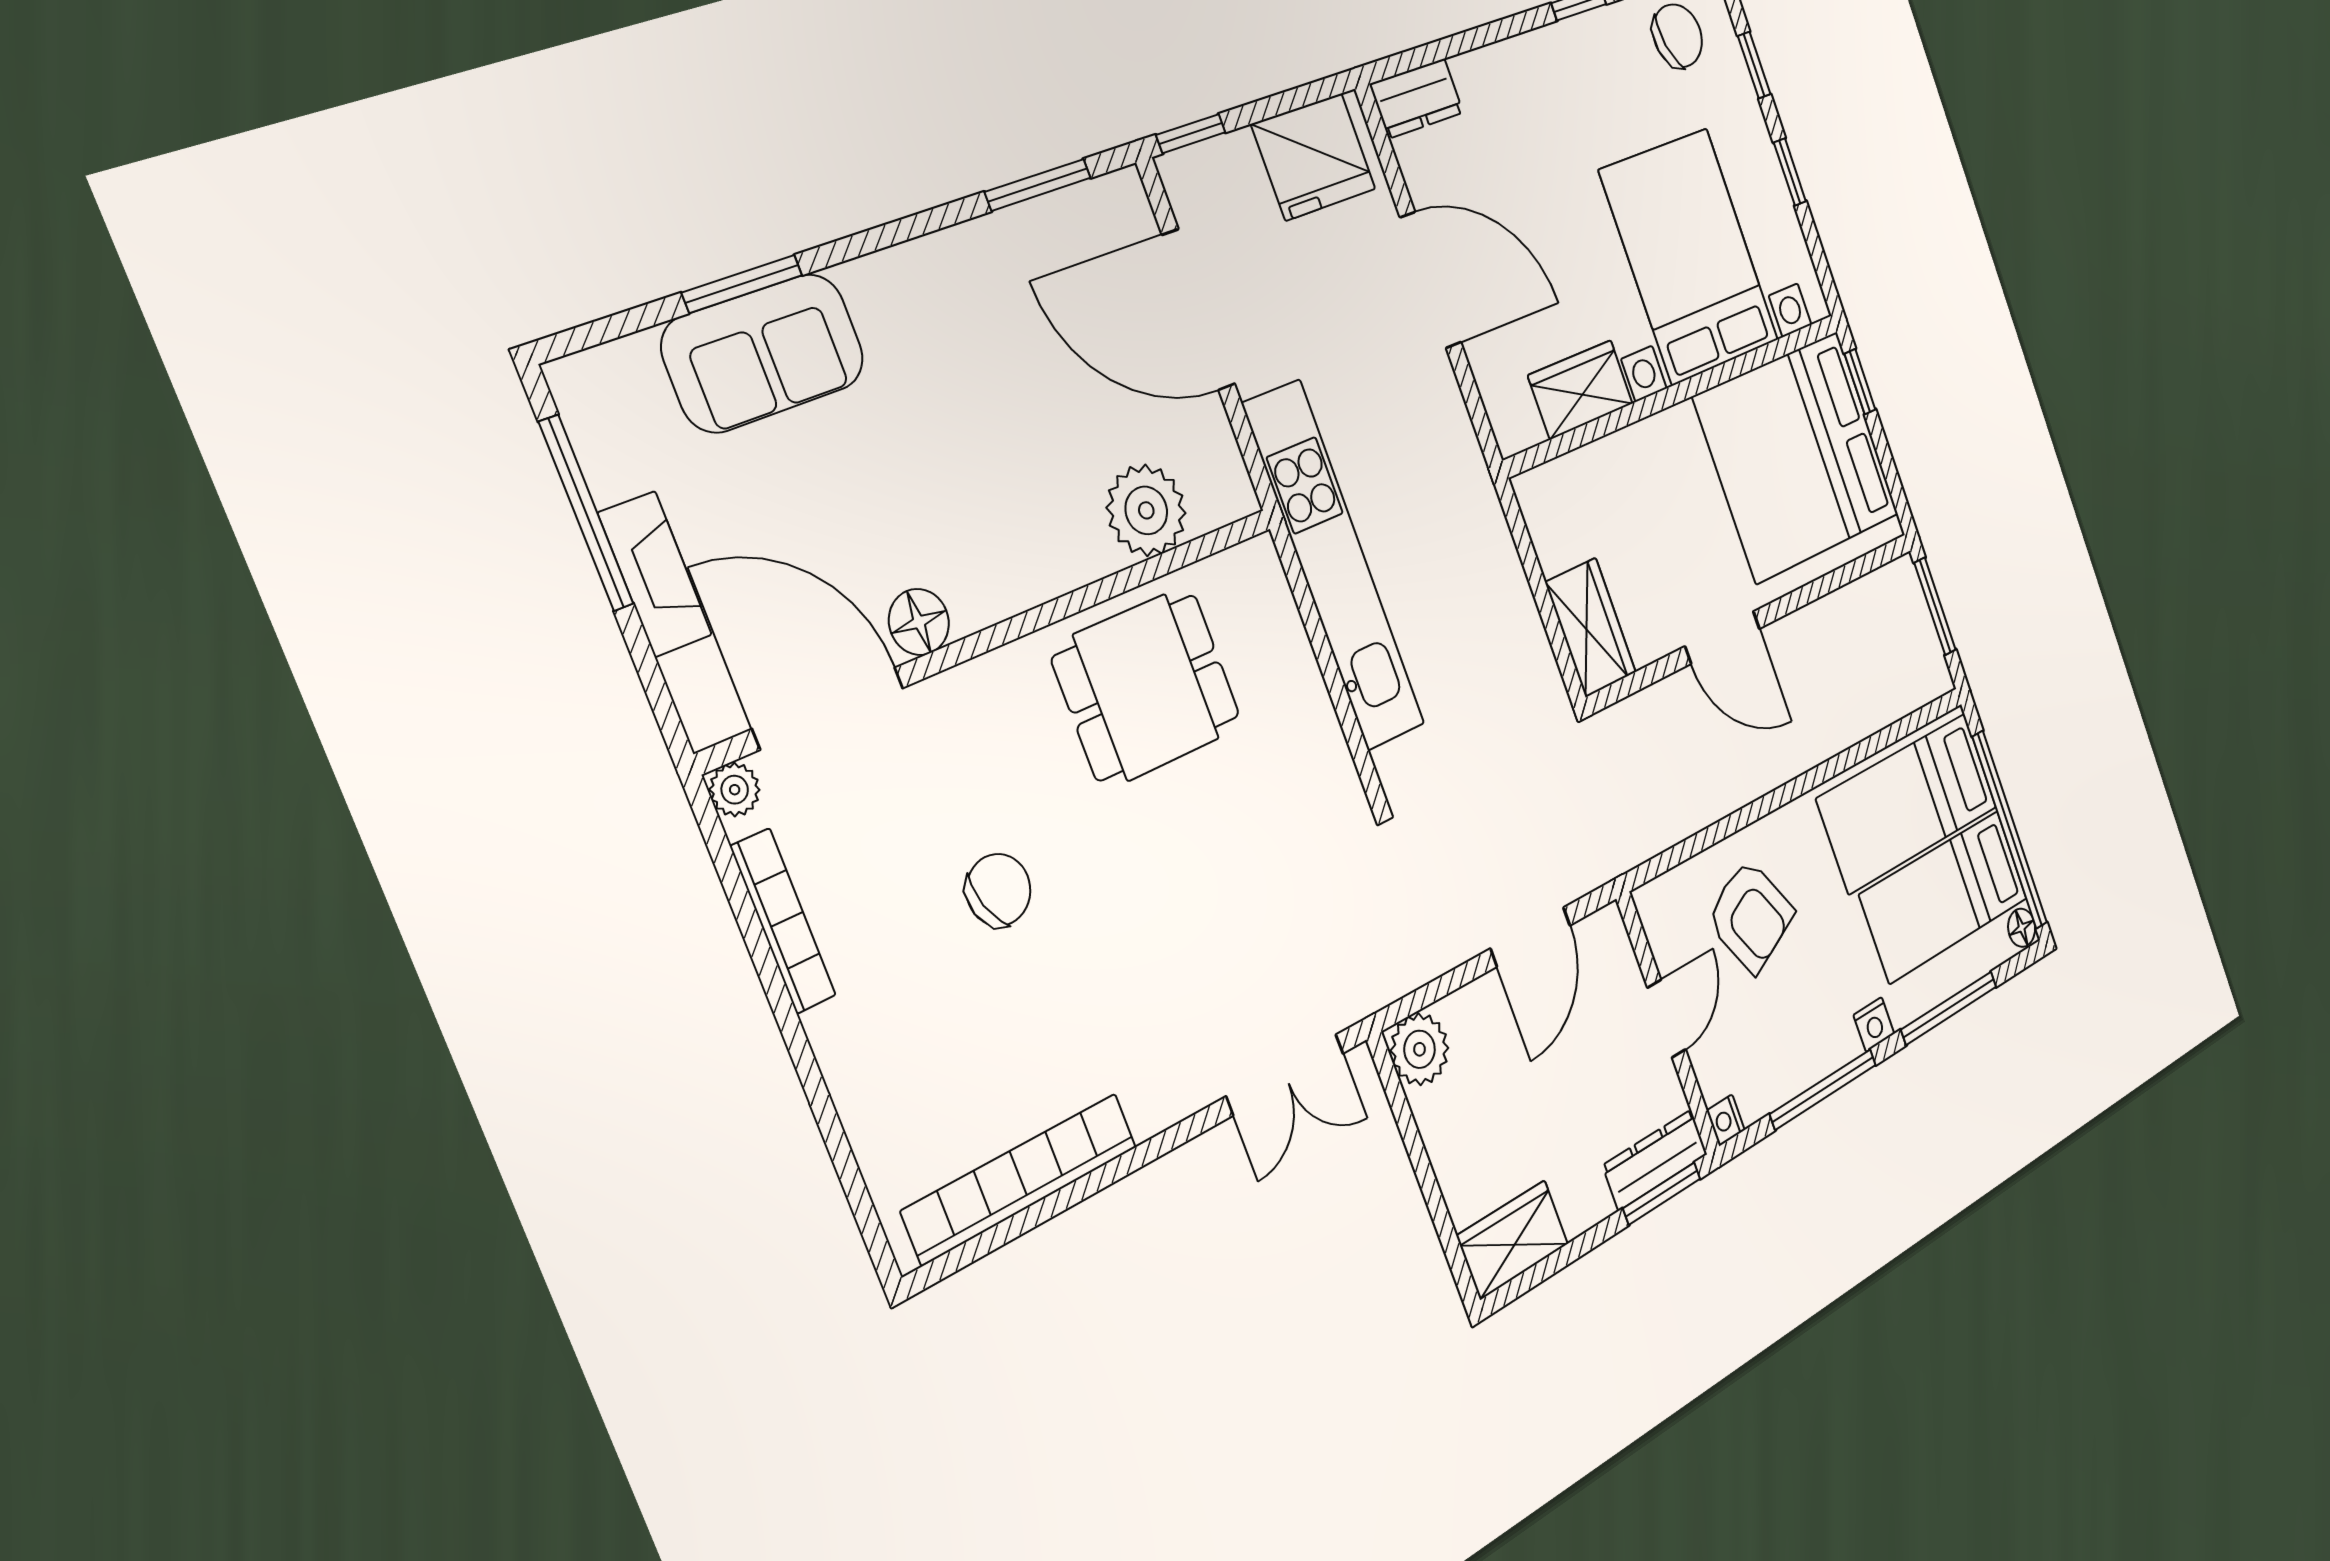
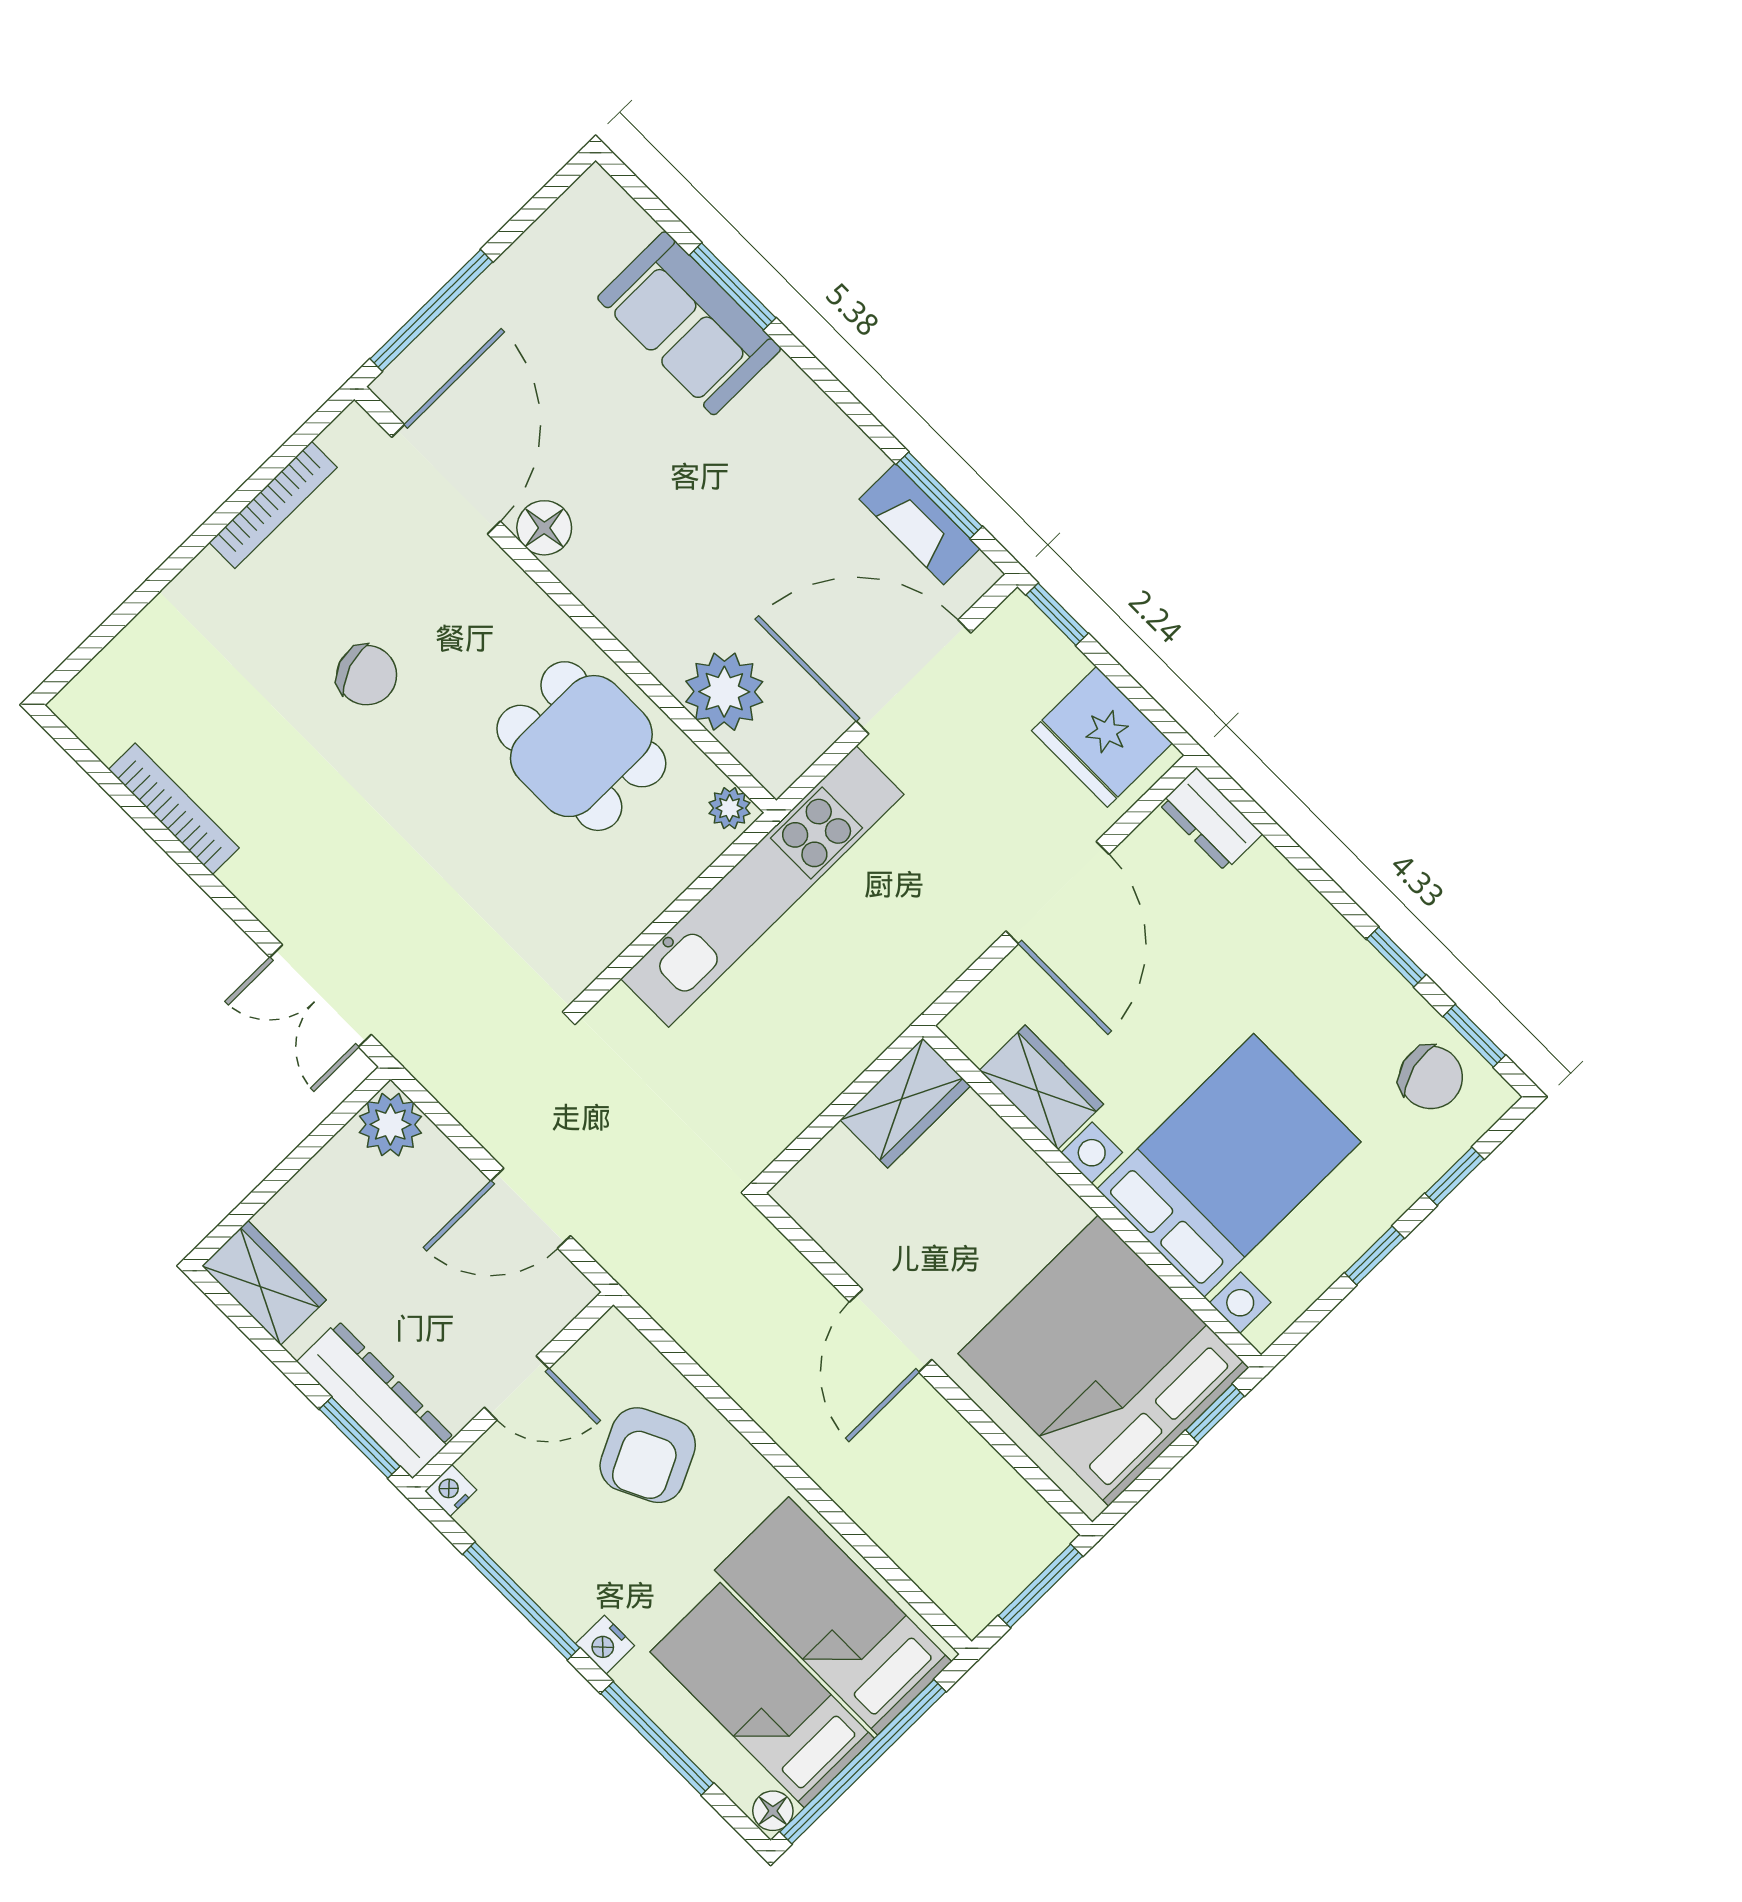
door: (1199, 310) -> (913, 677), hinge flipped
window: (586, 513) -> (431, 310), moved
fireplace: (655, 574) -> (919, 524), moved, turned 90
wardrobe: (1591, 627) -> (905, 1103), moved
plant: (735, 790) -> (729, 808), moved
dresser: (1655, 1160) -> (375, 1400), width x1.37, depth x1.24
bookcase: (1020, 1178) -> (174, 809), width x0.68, depth x0.76

